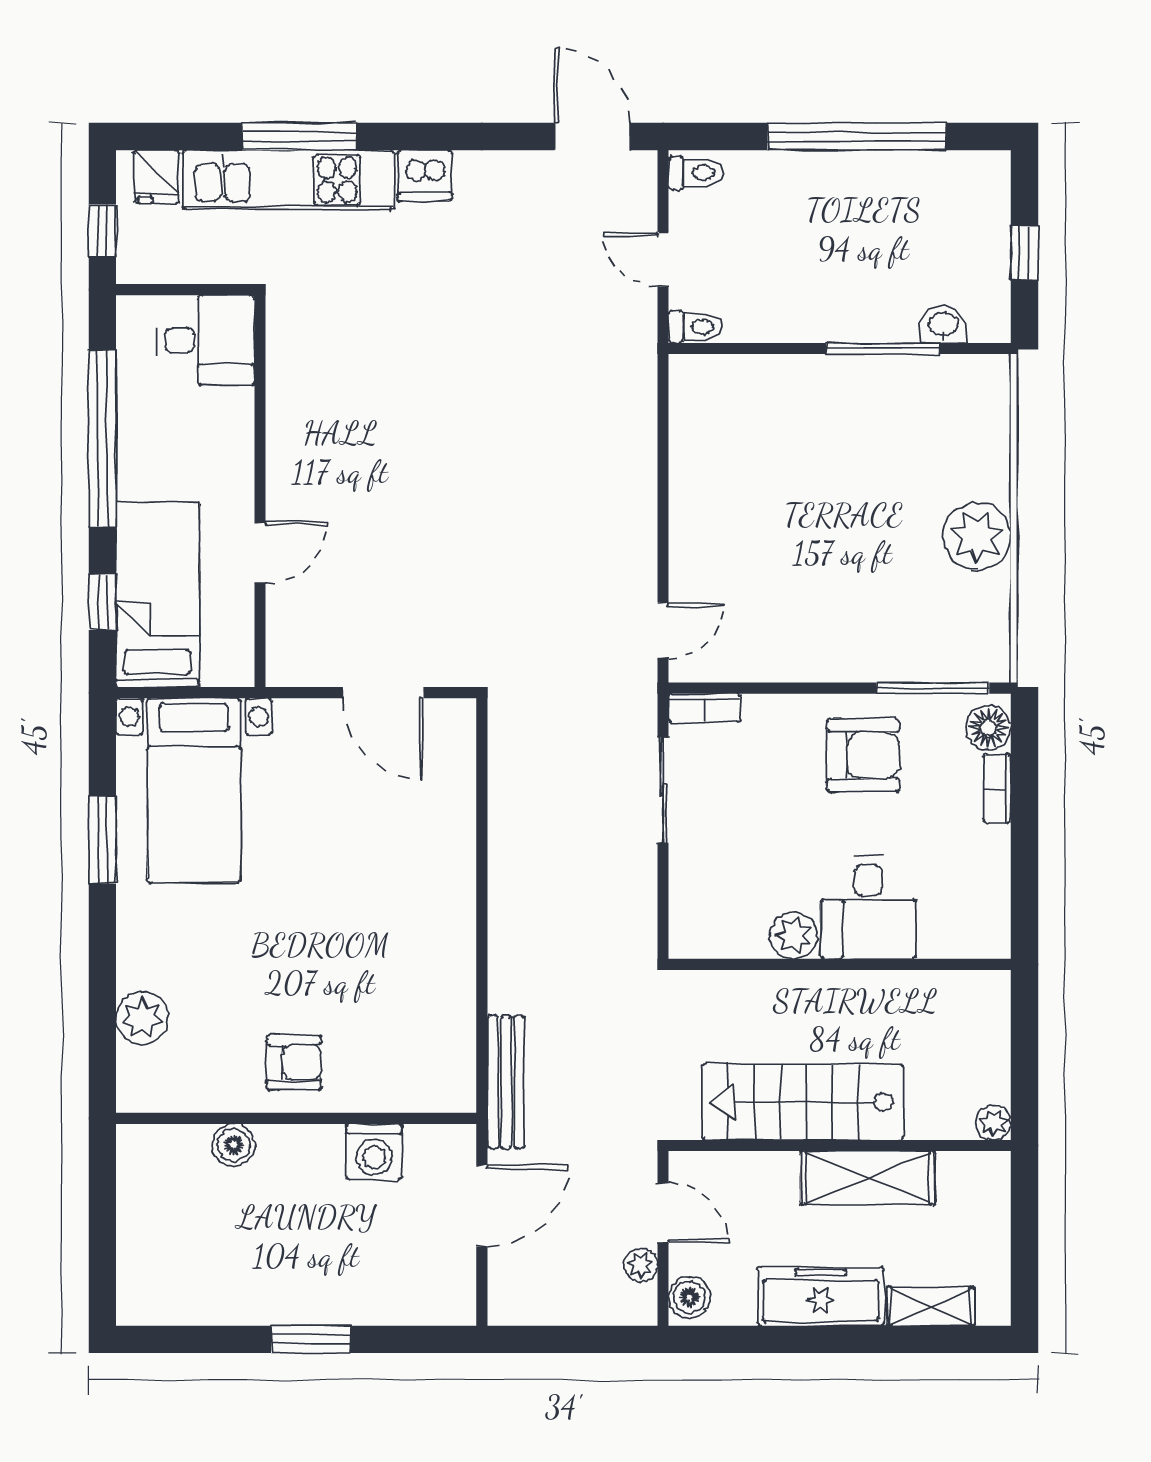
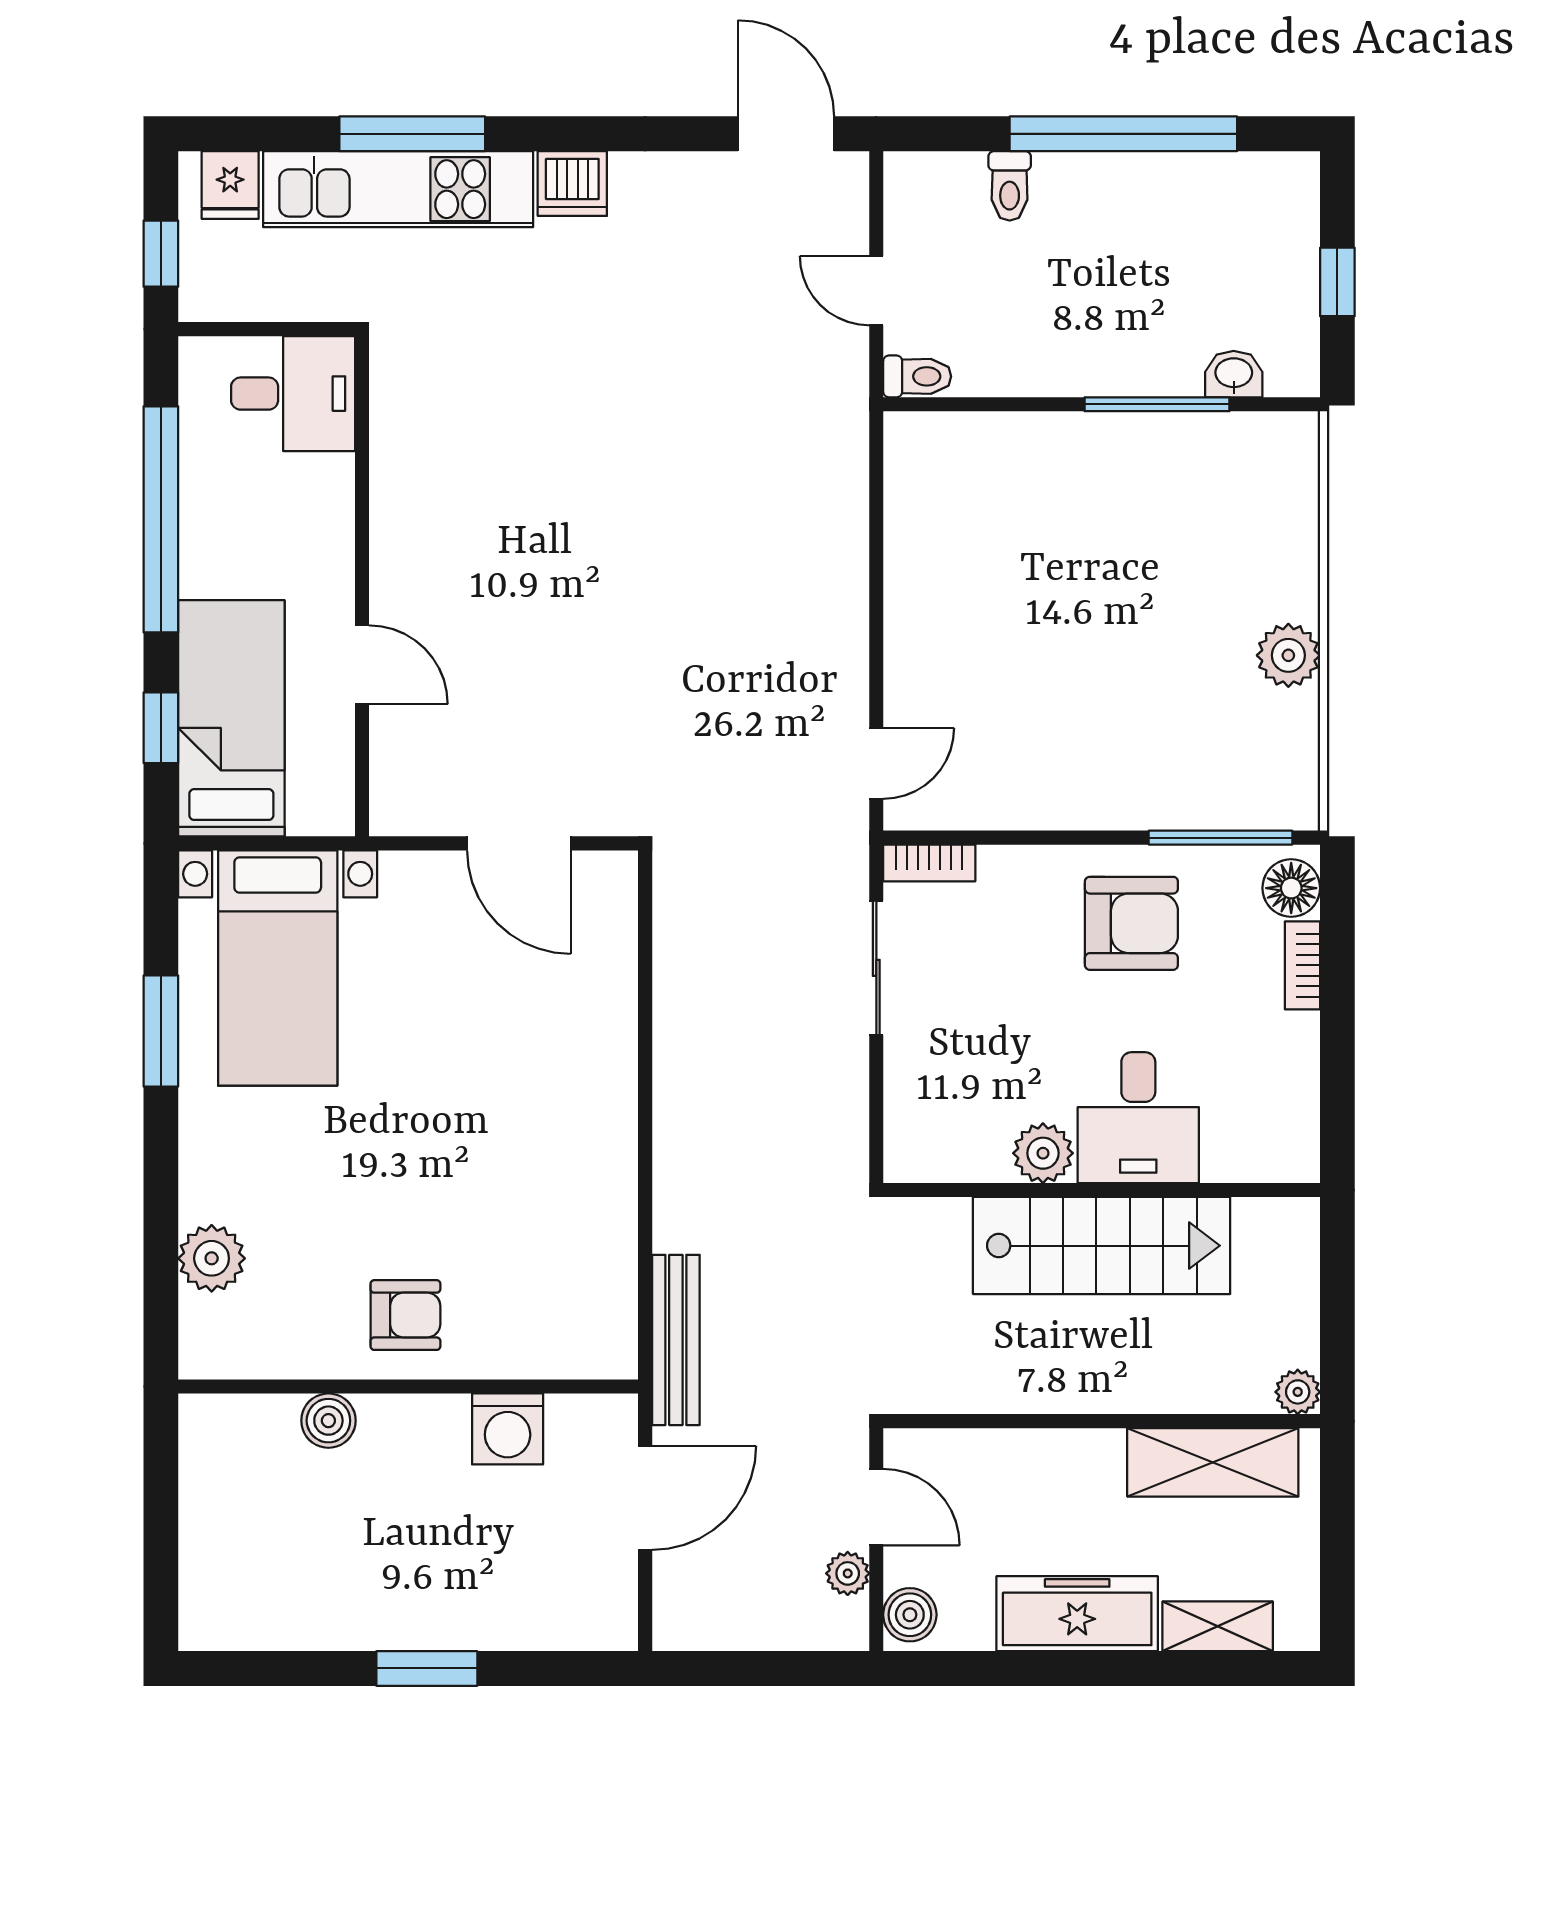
toilet: (696, 173) -> (1010, 186), moved, turned 90
plant: (977, 536) -> (1288, 655), width x0.73, depth x0.73
door: (260, 553) -> (362, 665), hinge flipped
stairs: (803, 1102) -> (1102, 1246), moved, turned 180
shelving: (868, 1178) -> (1213, 1462), moved

